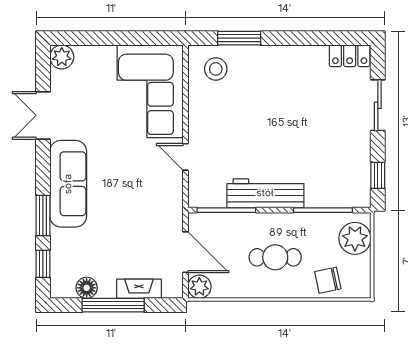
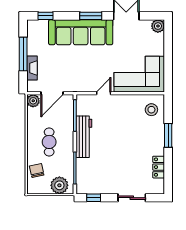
window: (239, 38) -> (168, 135), moved
locker: (350, 56) -> (159, 167), moved
sofa: (68, 184) -> (81, 32), width x1.36, depth x1.27
window: (43, 216) -> (91, 16), moved
floor lamp: (87, 288) -> (33, 40), removed

